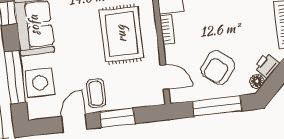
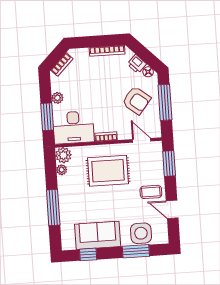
window: (15, 77) -> (136, 251), width x0.69
door: (165, 77) -> (142, 140), hinge flipped
window: (117, 118) -> (169, 164), moved

